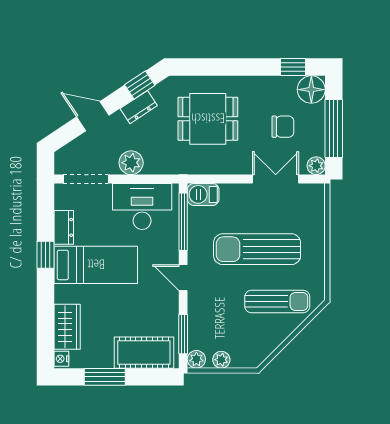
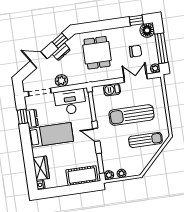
dining table: (208, 119) -> (97, 53), turned 90
barbecue: (203, 194) -> (112, 90), moved
window: (45, 255) -> (22, 117), moved
window: (105, 377) -> (64, 191), removed

